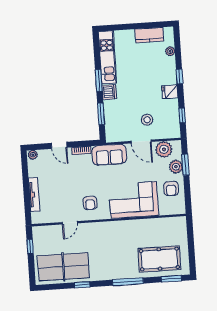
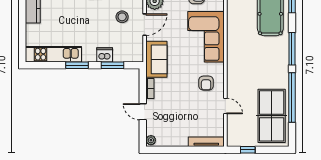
dishwasher: (109, 92) -> (105, 55), moved
door: (59, 145) -> (143, 112), swing flipped
tv unit: (34, 195) -> (206, 142), moved
armchair: (90, 203) -> (206, 83), turned 90
window: (82, 285) -> (292, 97), width x3.17

